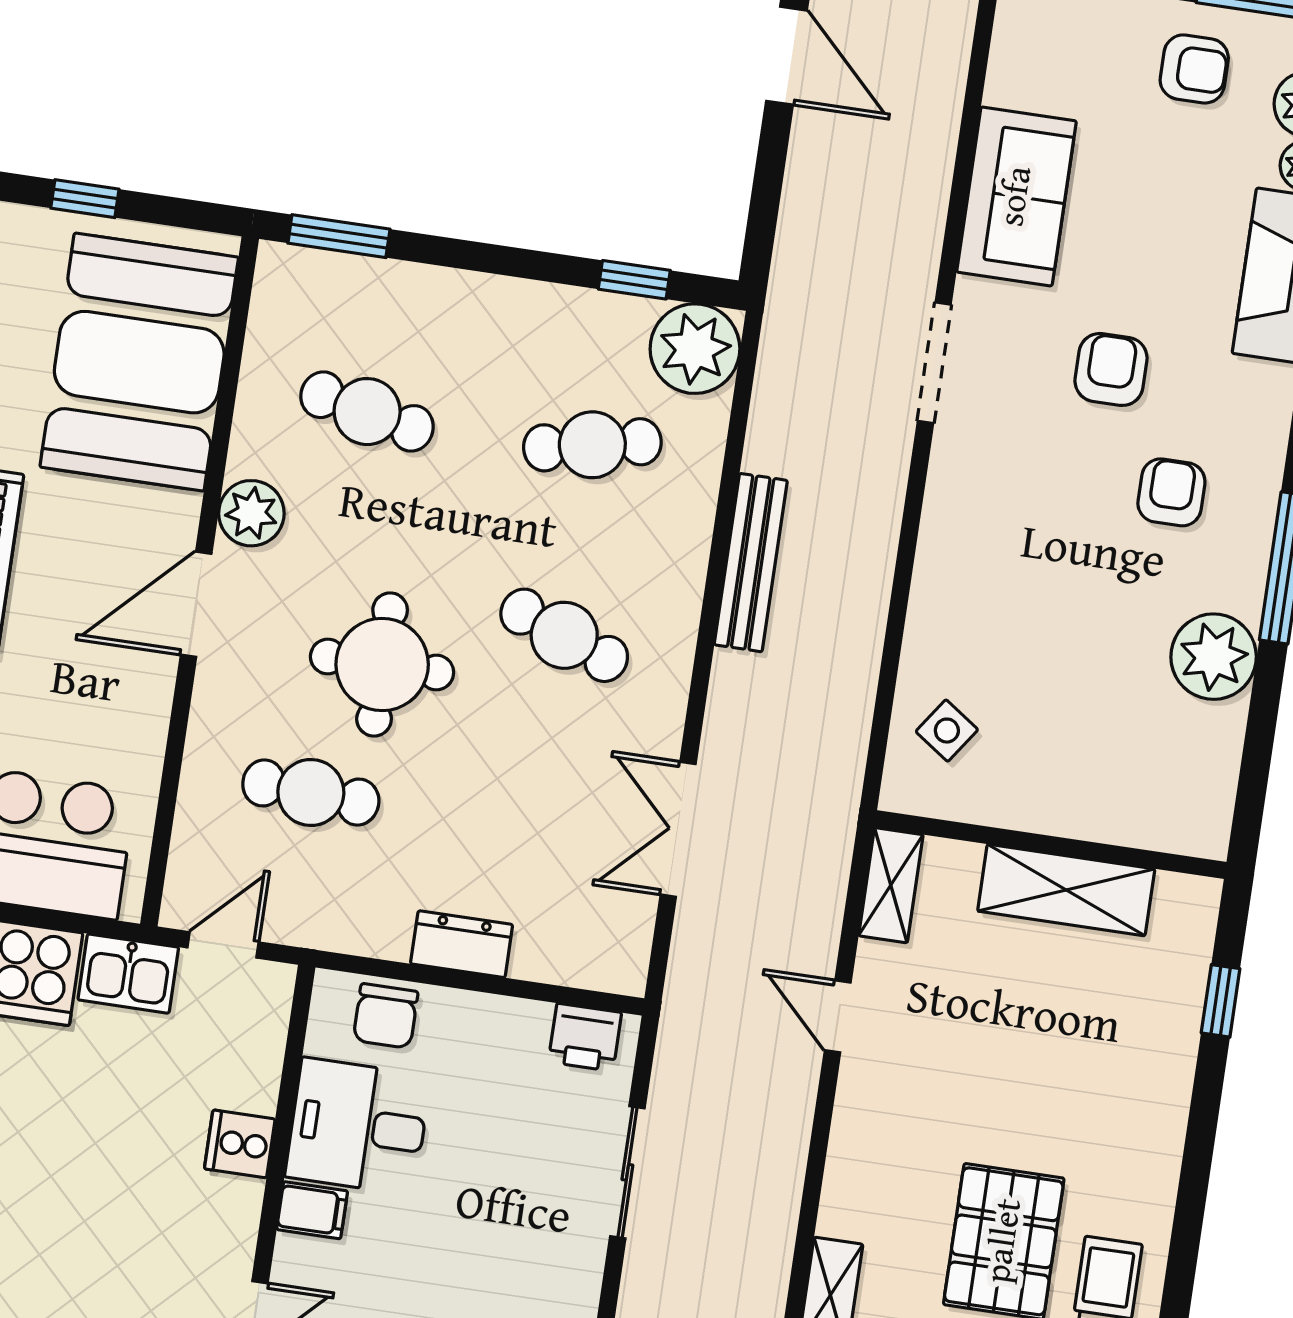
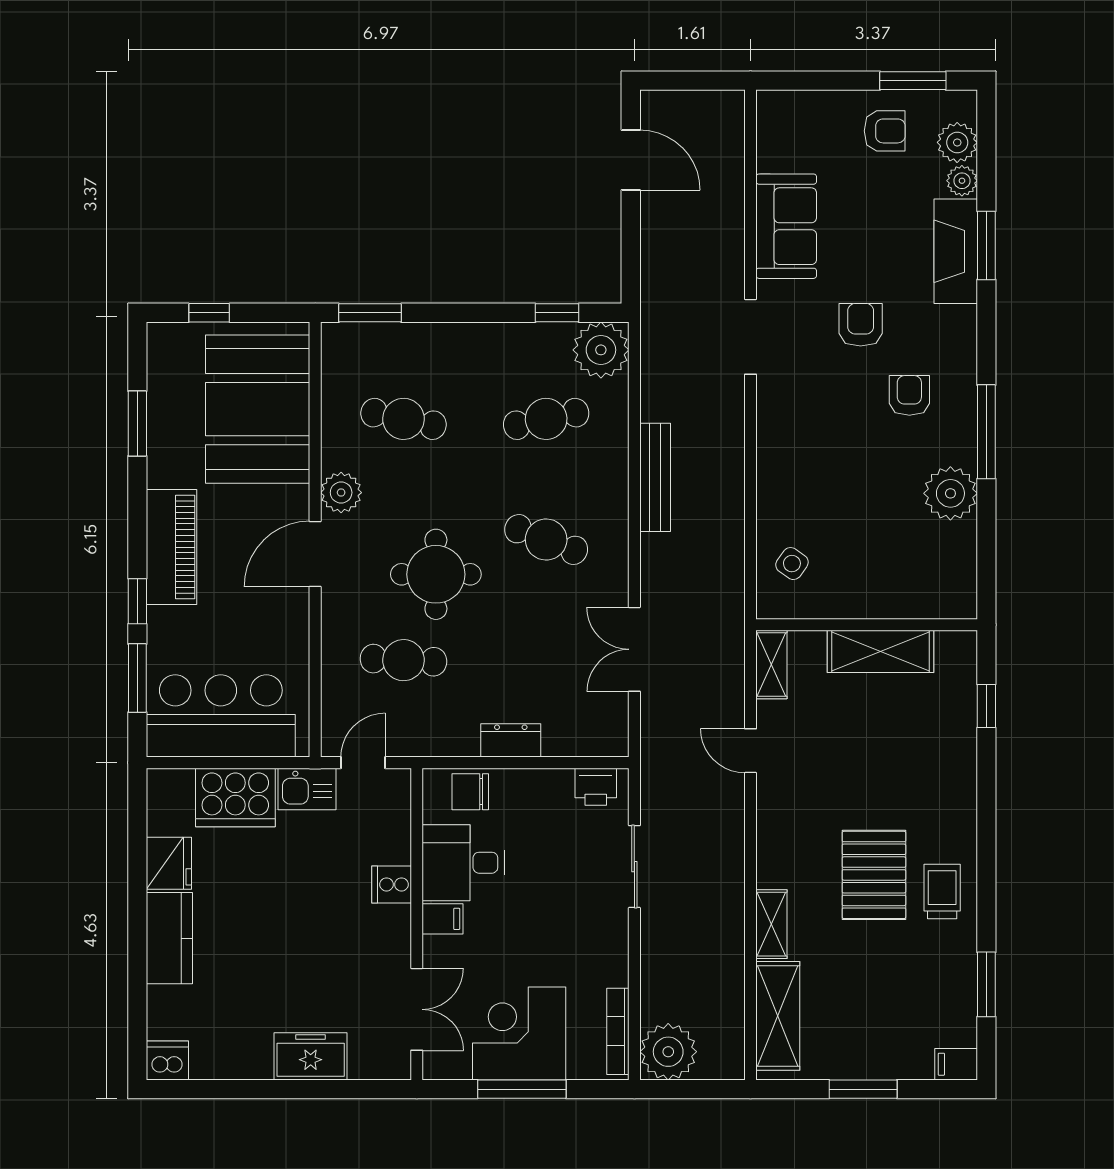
chair: (386, 1016) -> (470, 792), turned 90

